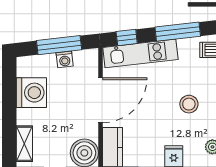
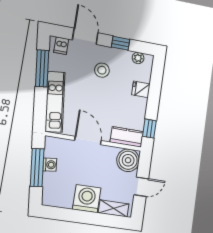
window: (127, 38) -> (40, 111), removed
washing machine: (31, 93) -> (87, 199), moved
door: (100, 100) -> (88, 140), width x0.73

